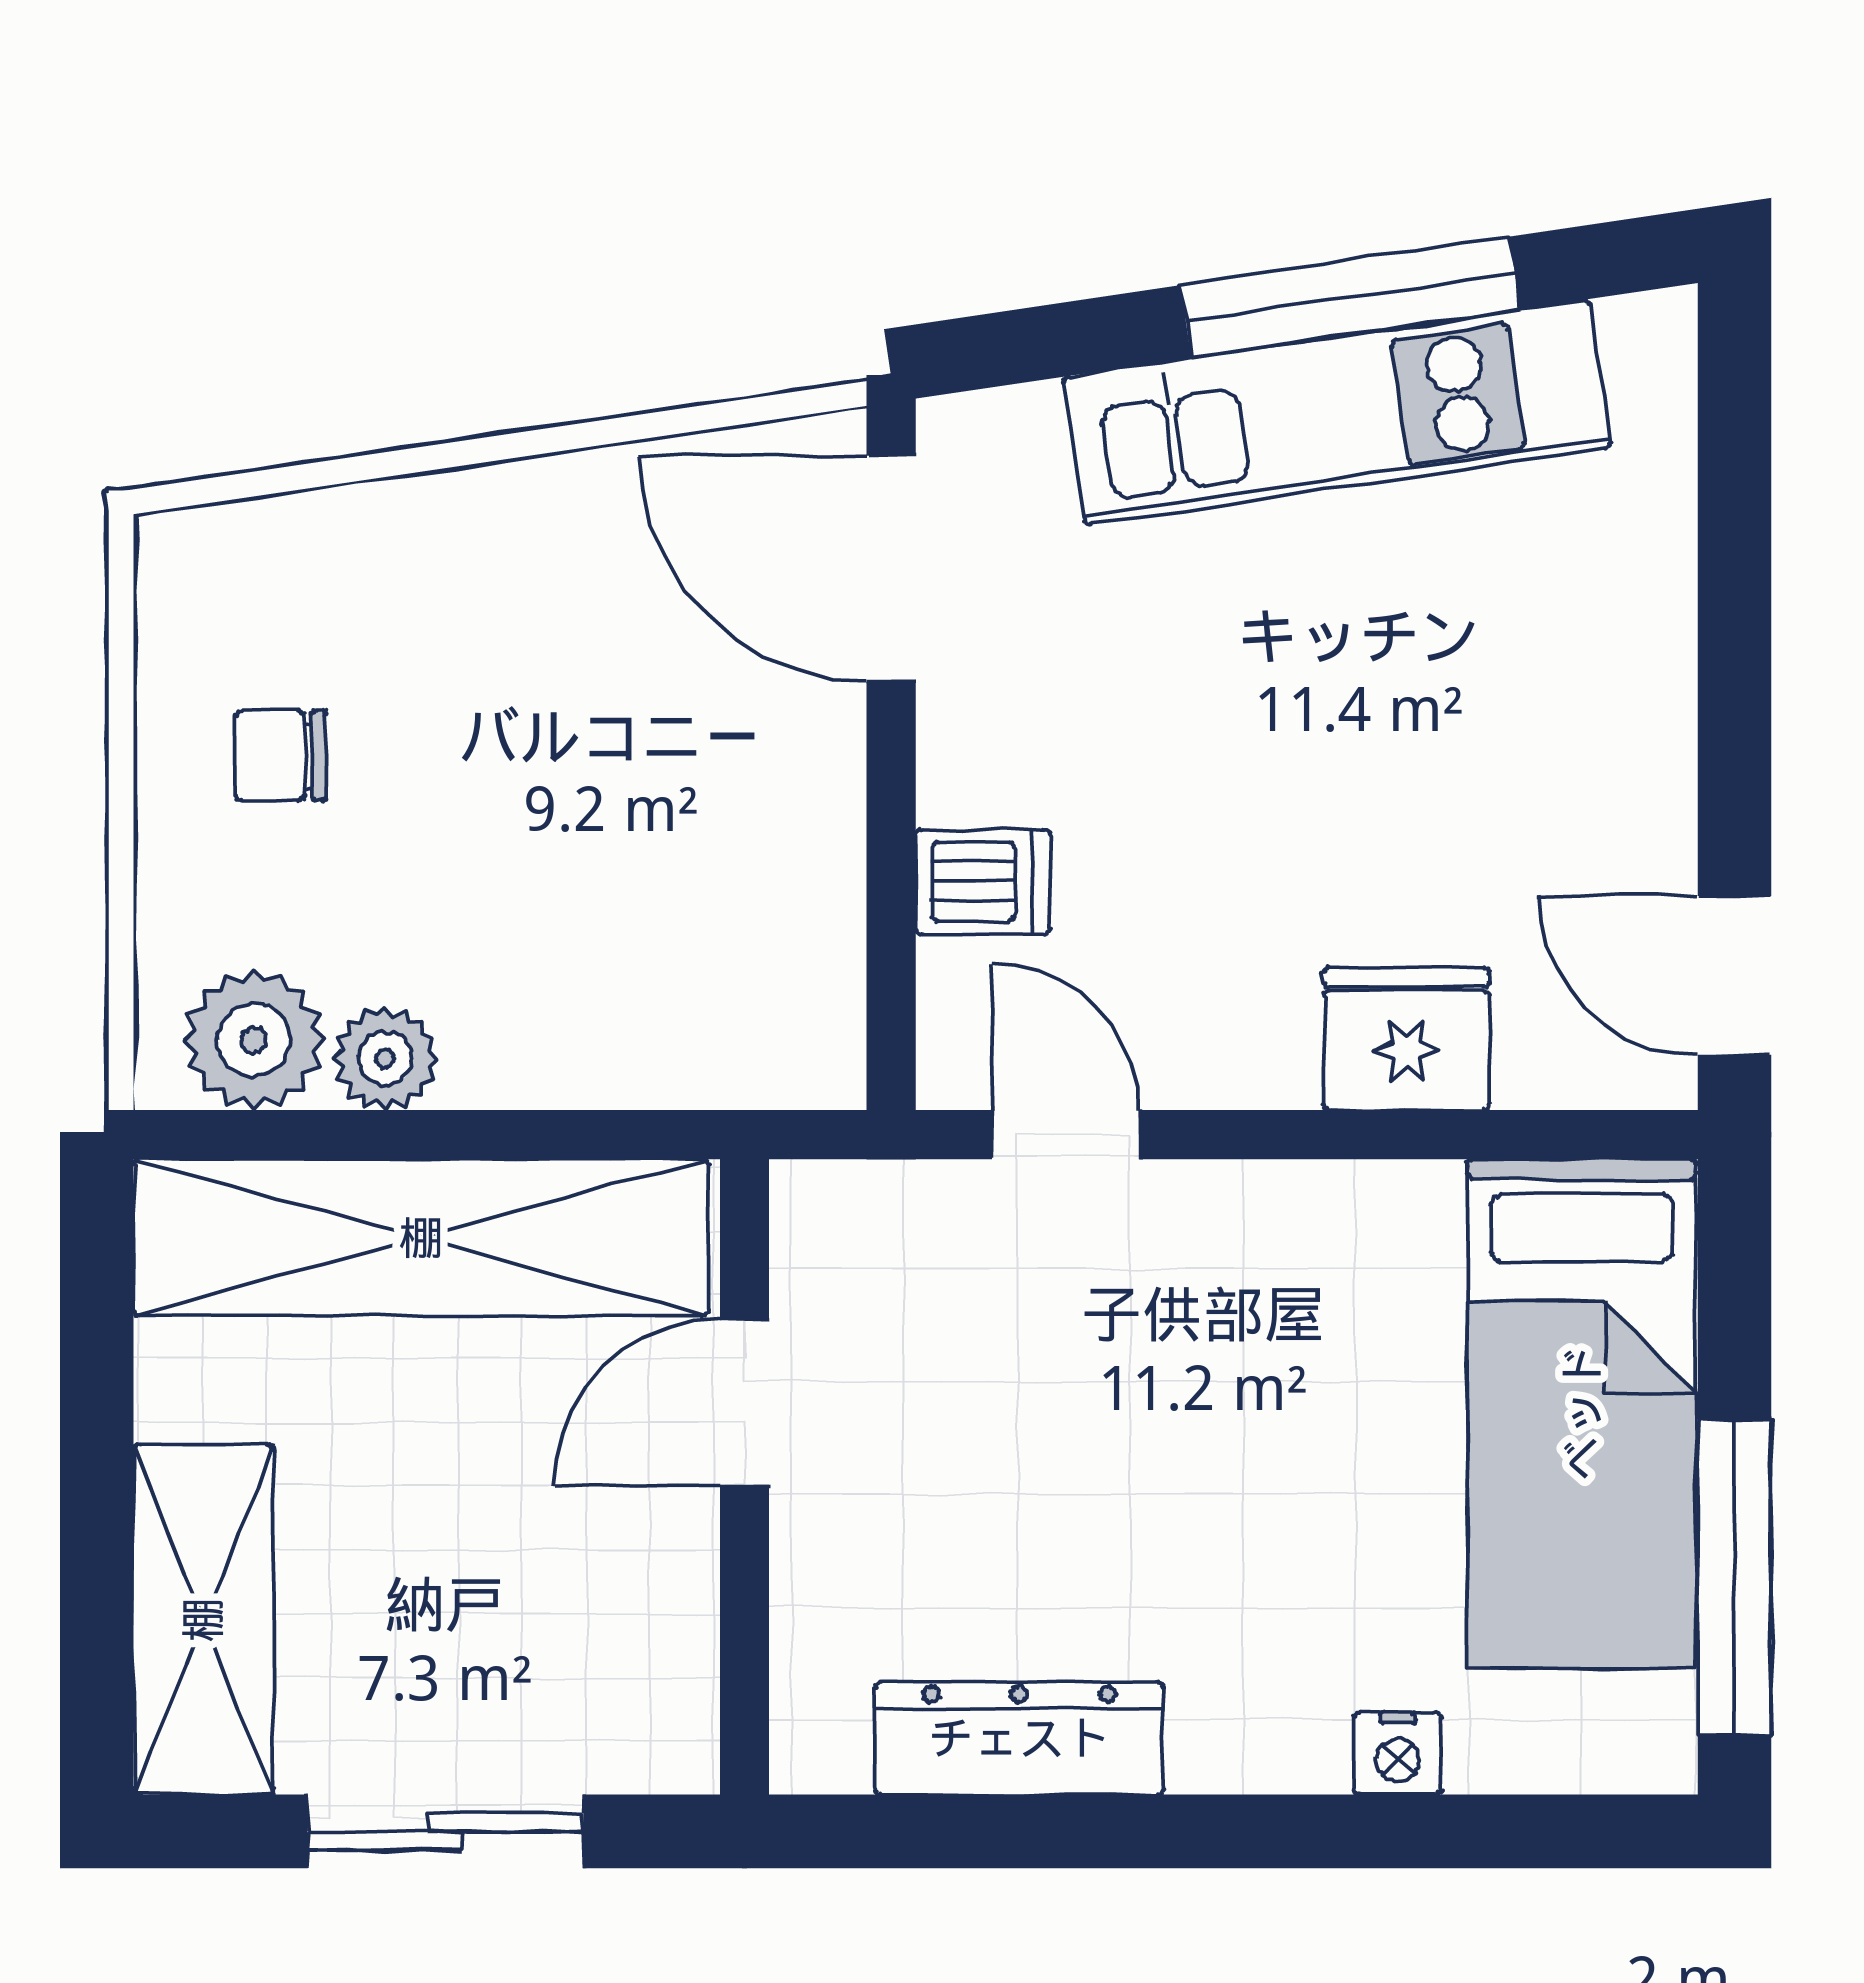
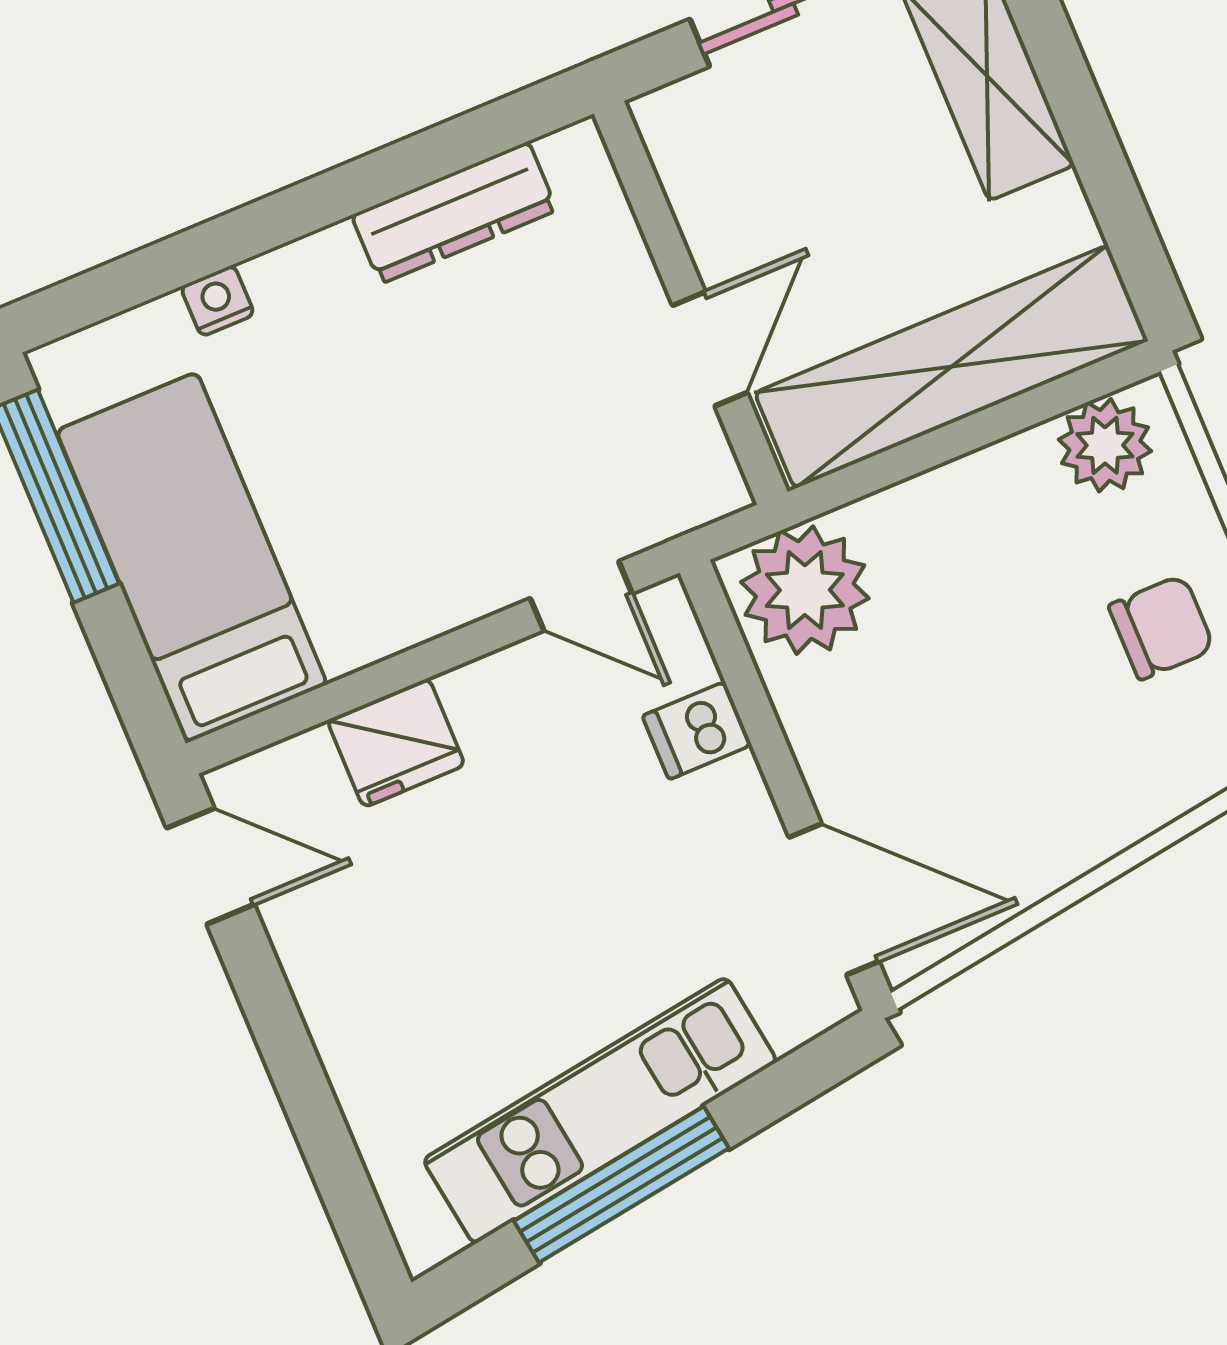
chair: (281, 756) -> (1162, 627), width x1.37, depth x1.37
plant: (385, 1059) -> (805, 590), moved, width x1.88, depth x1.88

